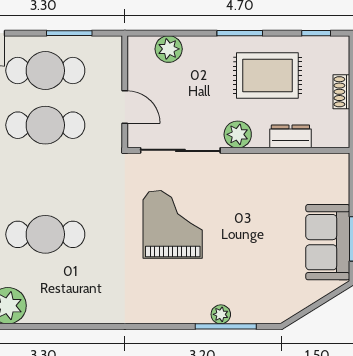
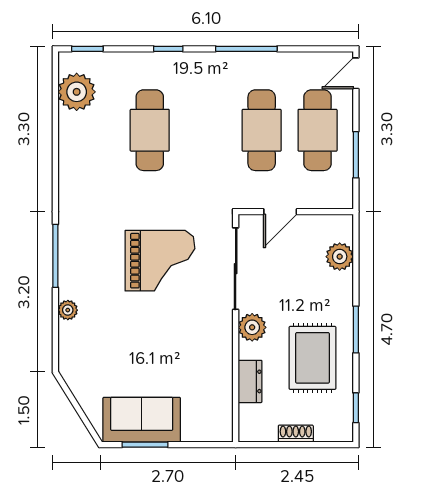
window: (226, 326) -> (55, 256), moved

